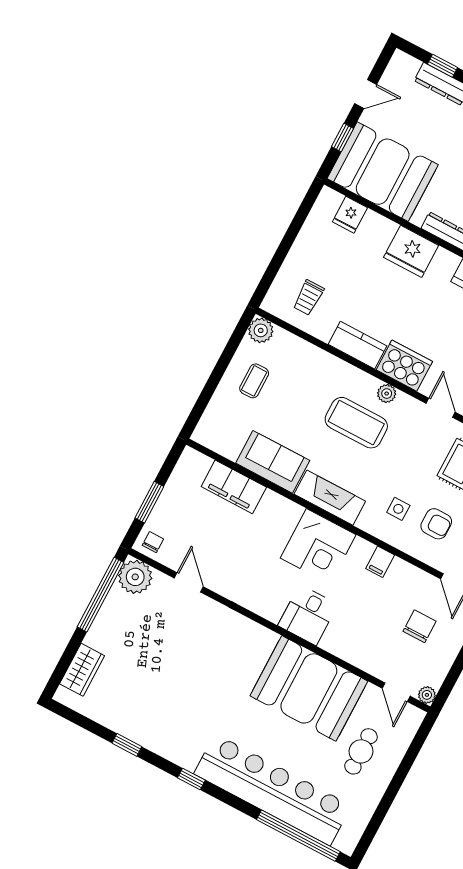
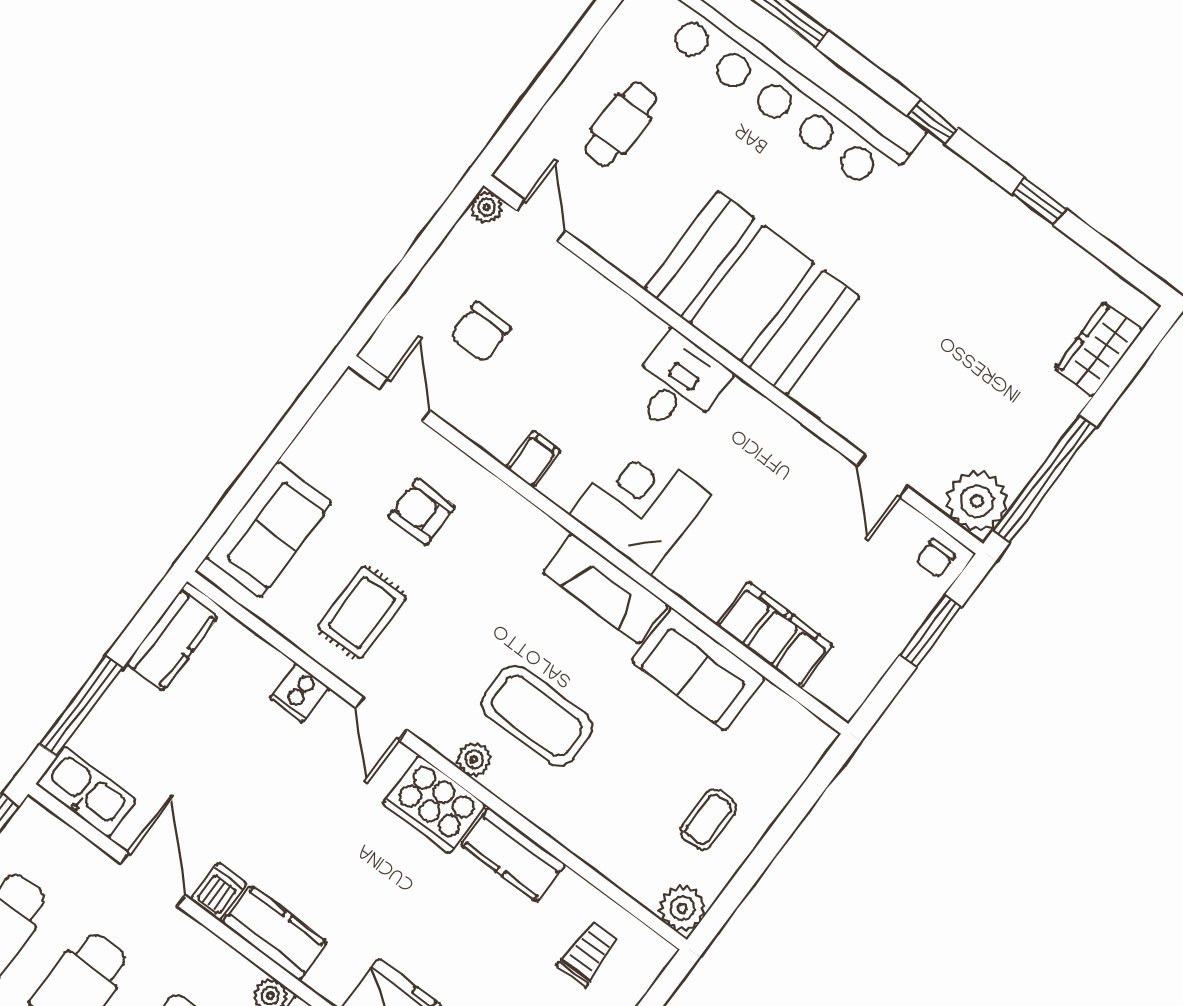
side table: (398, 509) -> (486, 549), removed
booth: (309, 688) -> (752, 293), moved

